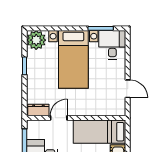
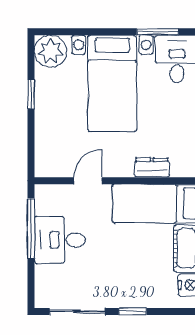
dresser: (38, 110) -> (152, 168), moved

